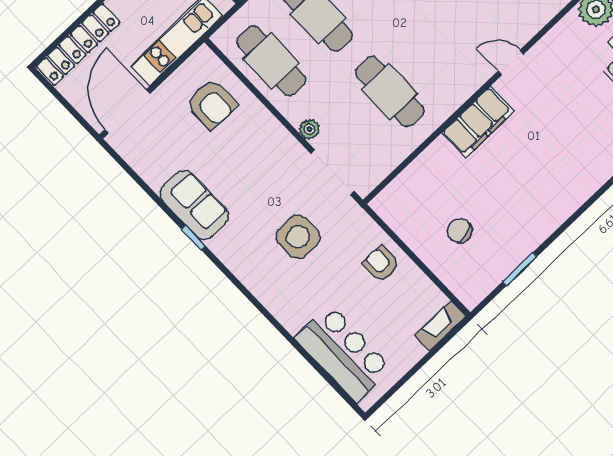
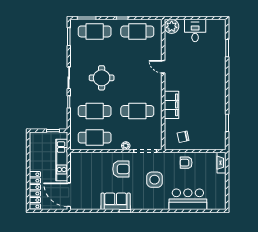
door: (511, 62) -> (163, 67), hinge flipped
armchair: (211, 104) -> (121, 169), moved
filing cabinet: (478, 122) -> (172, 105), moved
chair: (460, 231) -> (183, 137), moved
bar counter: (343, 353) -> (188, 199), moved

